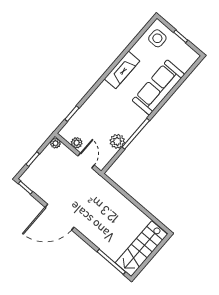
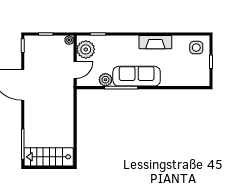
sofa: (158, 87) -> (137, 76), moved
plant: (77, 143) -> (86, 49), width x1.88, depth x1.88

